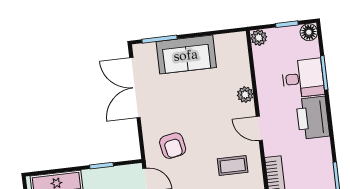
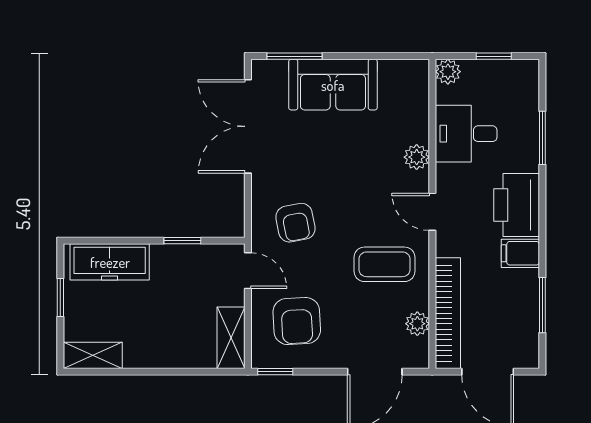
floor lamp: (309, 32) -> (526, 72), removed
desk: (303, 78) -> (466, 134), moved, turned 180
filing cabinet: (319, 148) -> (520, 253), added
coffee table: (233, 166) -> (384, 264), width x1.36, depth x1.30

